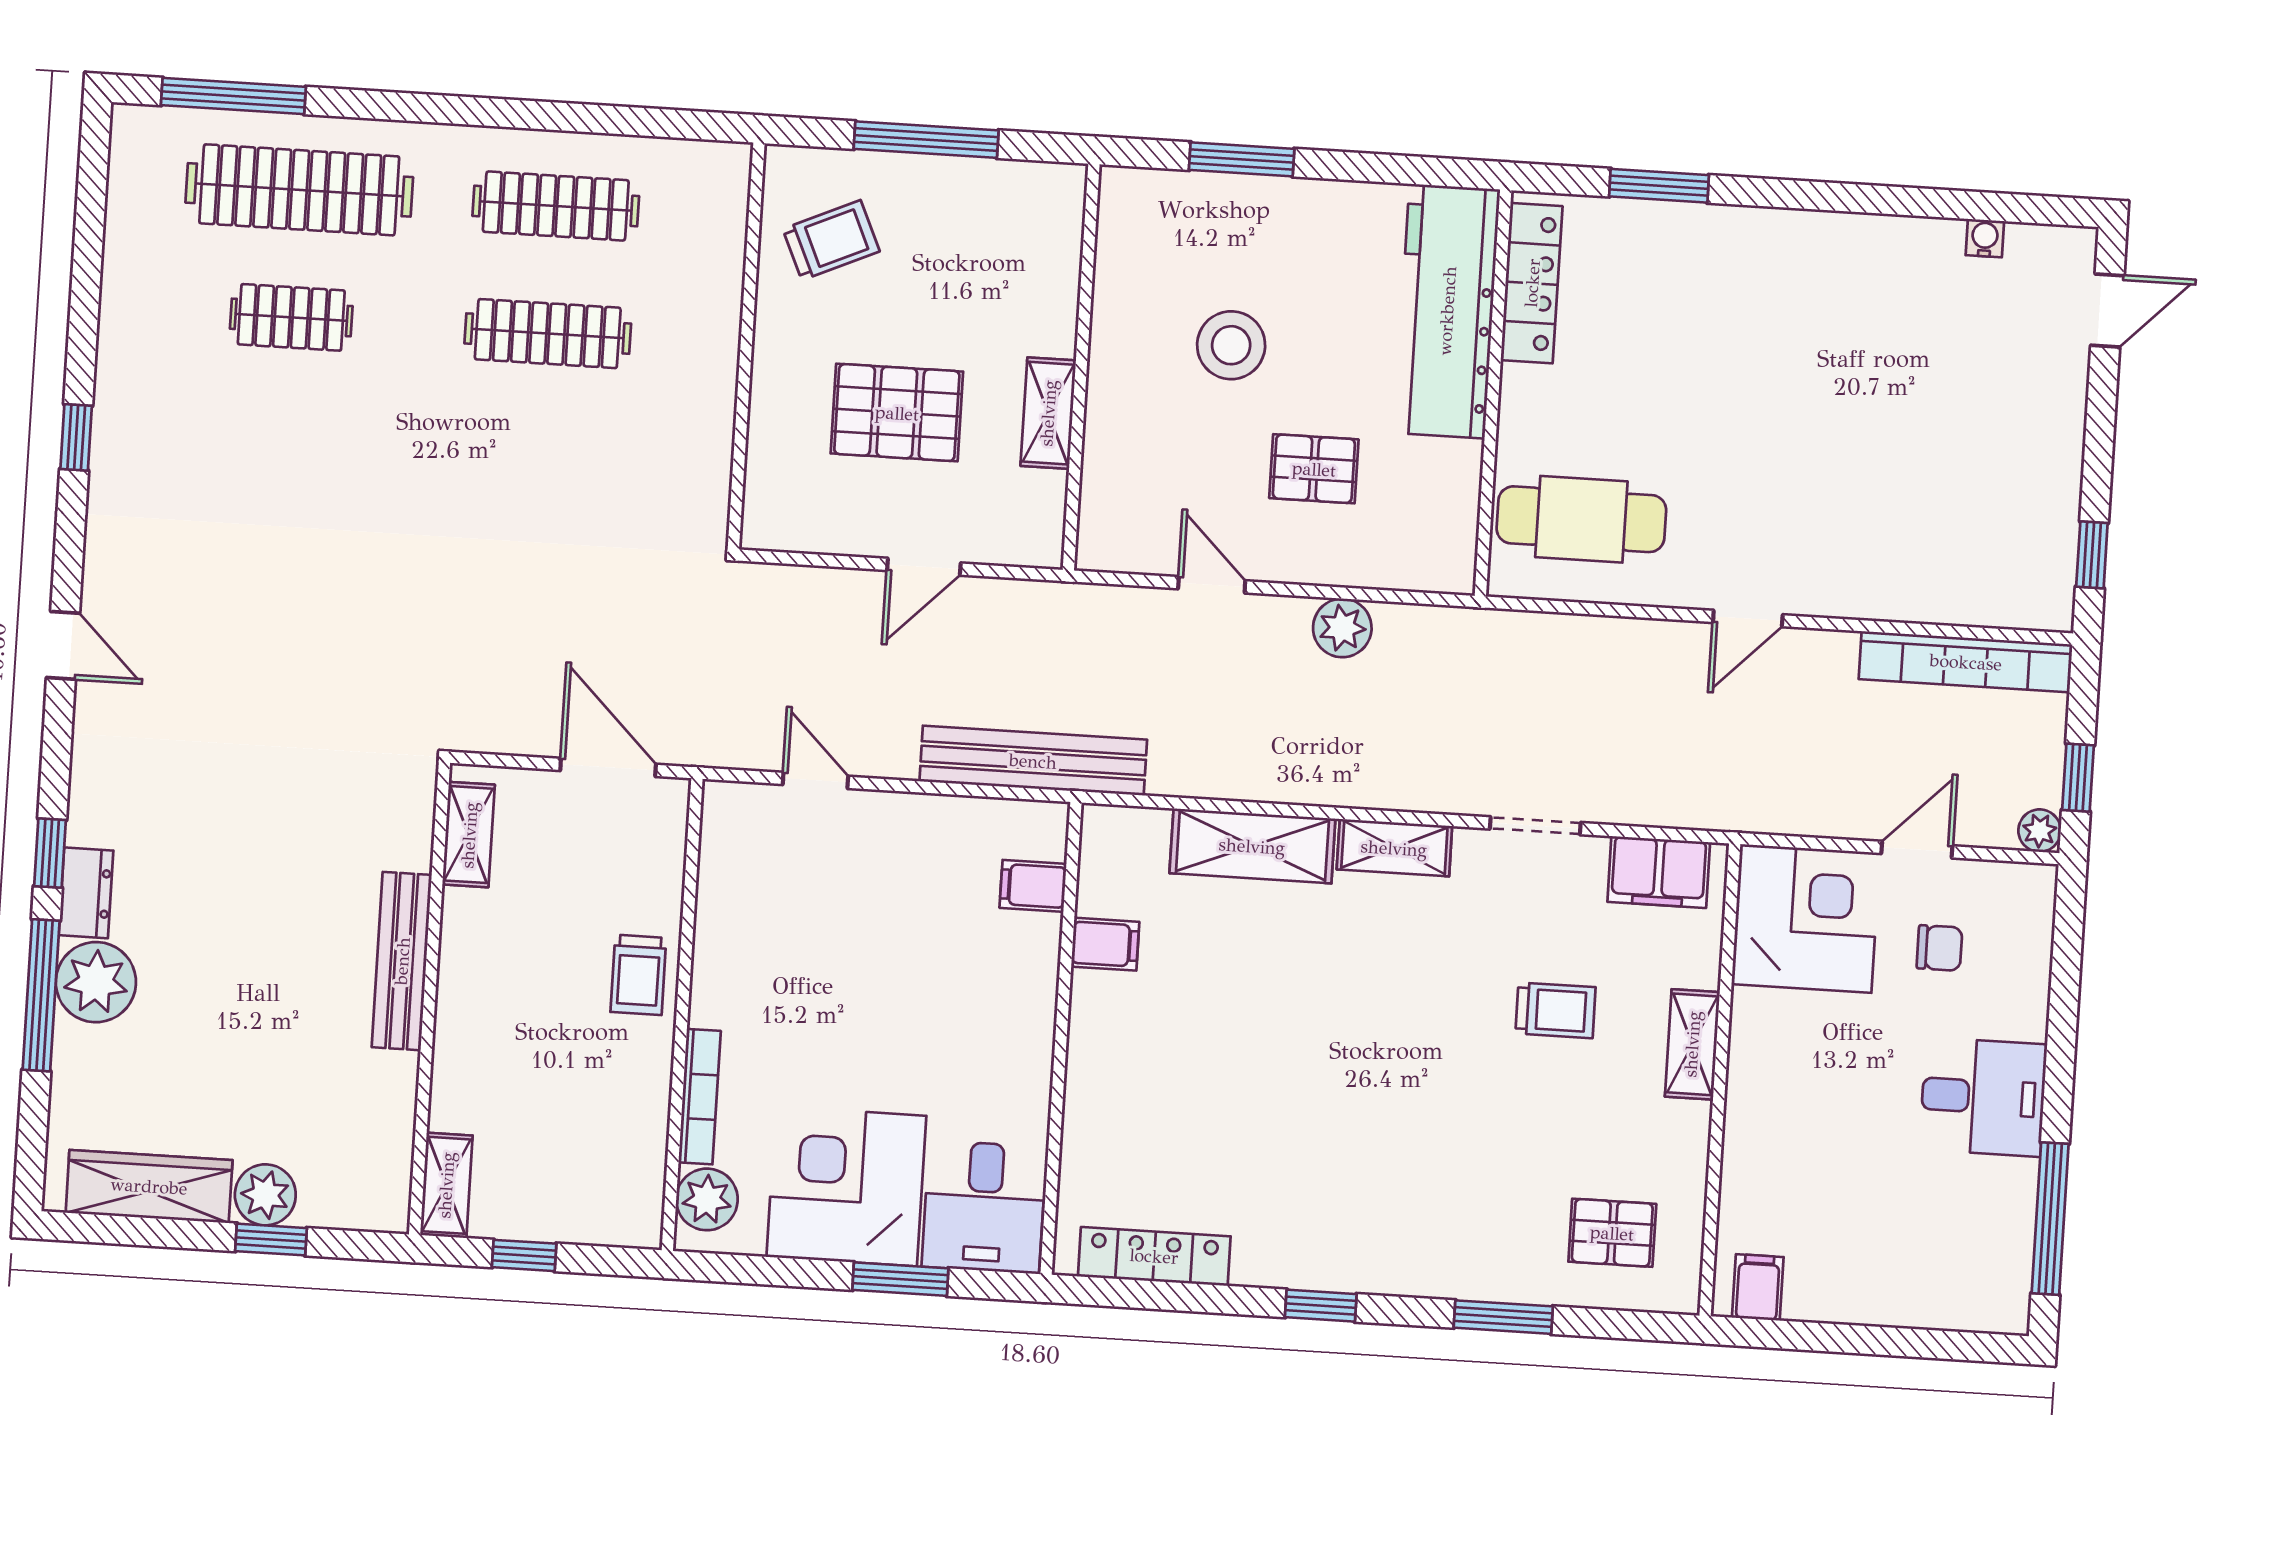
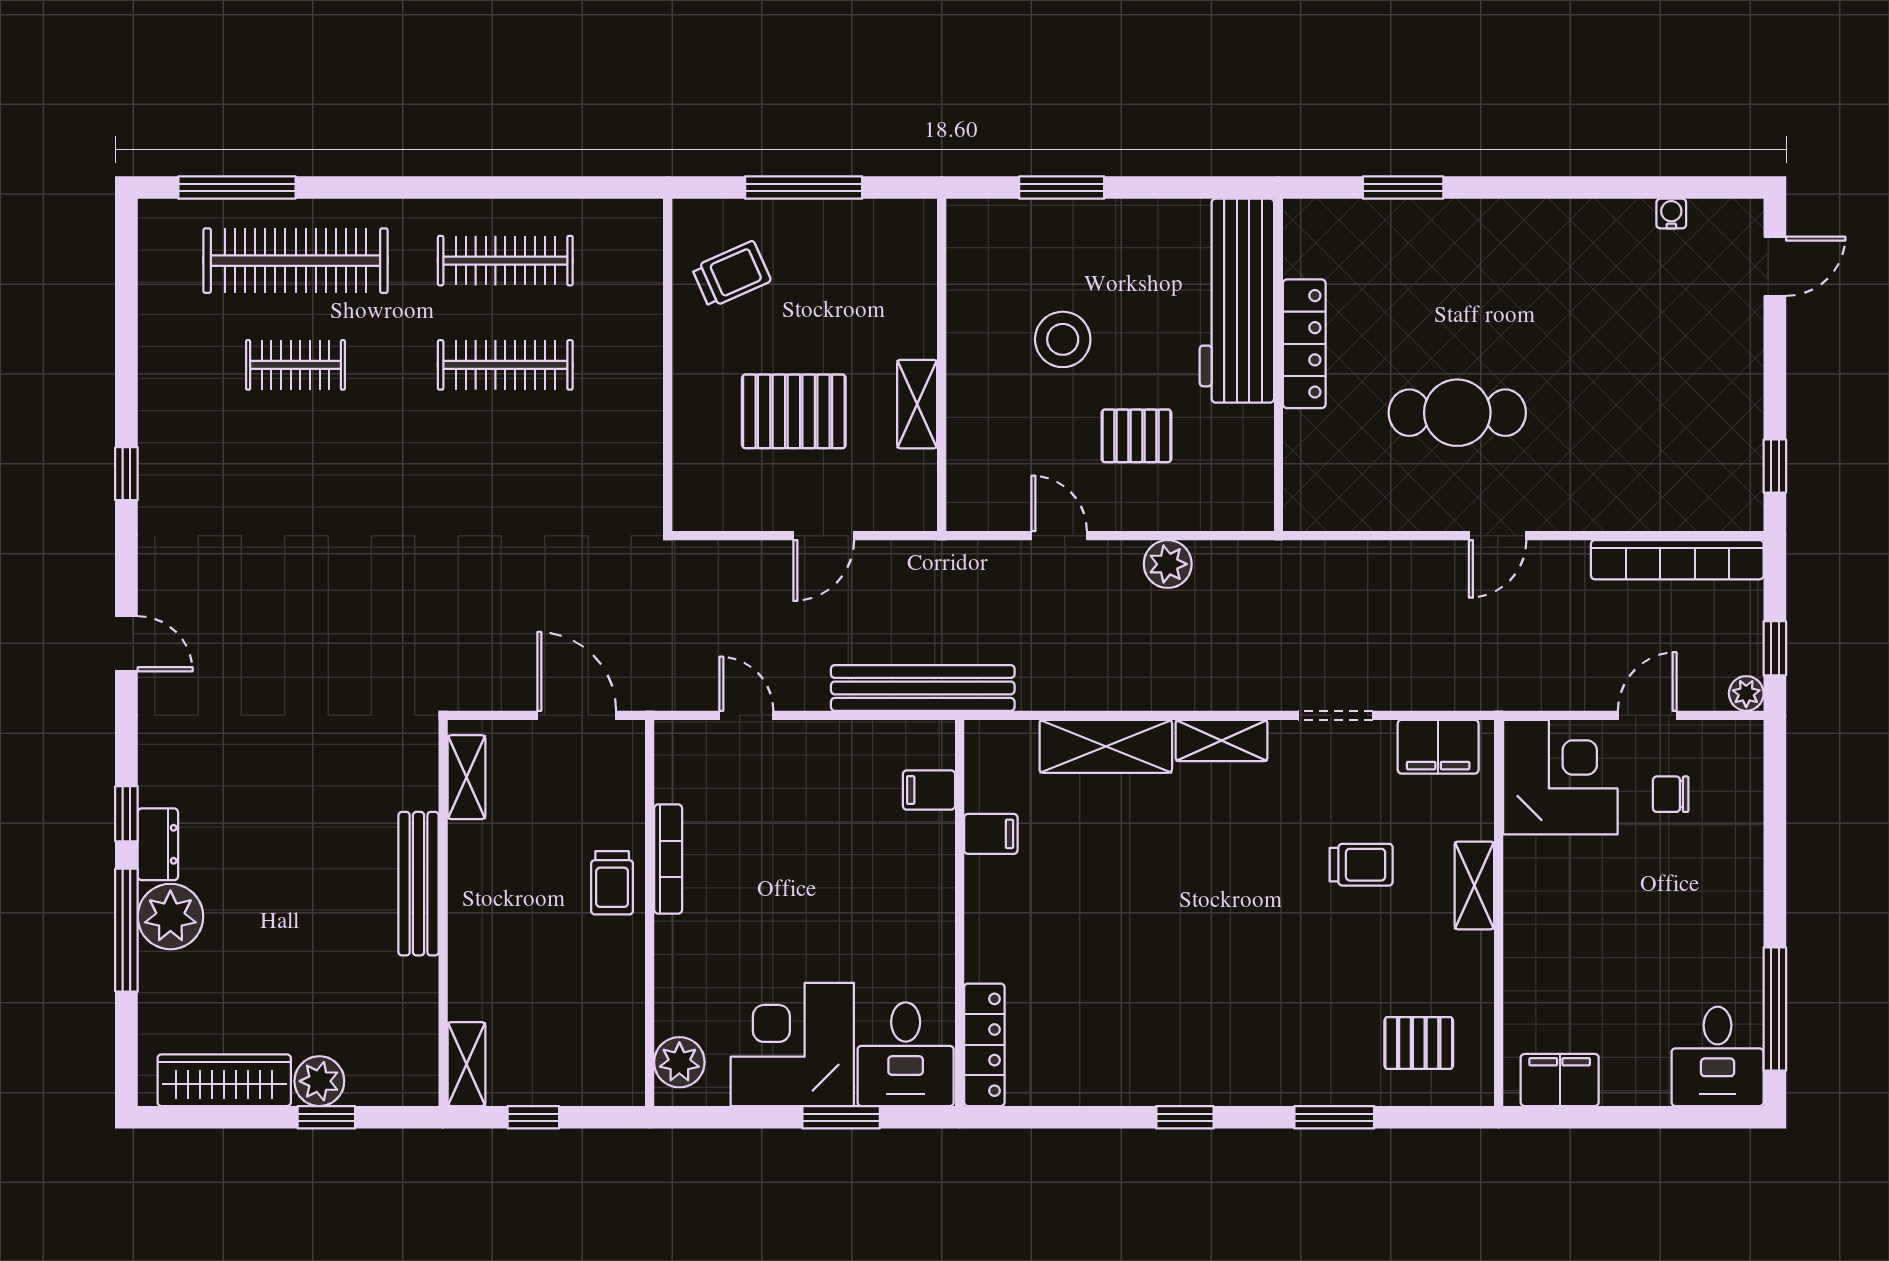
locker: (1532, 283) -> (1304, 344), moved
cafe table: (1581, 519) -> (1457, 413), moved
chair: (1939, 948) -> (1671, 794), turned 180
bookcase: (700, 1097) -> (668, 859), moved
desk: (1983, 1097) -> (1718, 1056), moved, turned 90
locker: (1154, 1256) -> (984, 1045), moved, turned 90
filing cabinet: (1758, 1287) -> (1560, 1080), width x2.00

